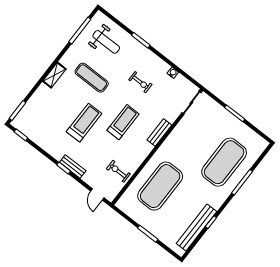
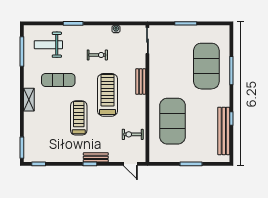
weight bench: (106, 42) -> (48, 45), turned 180
treadmill: (123, 122) -> (108, 95), width x1.37, depth x1.38

